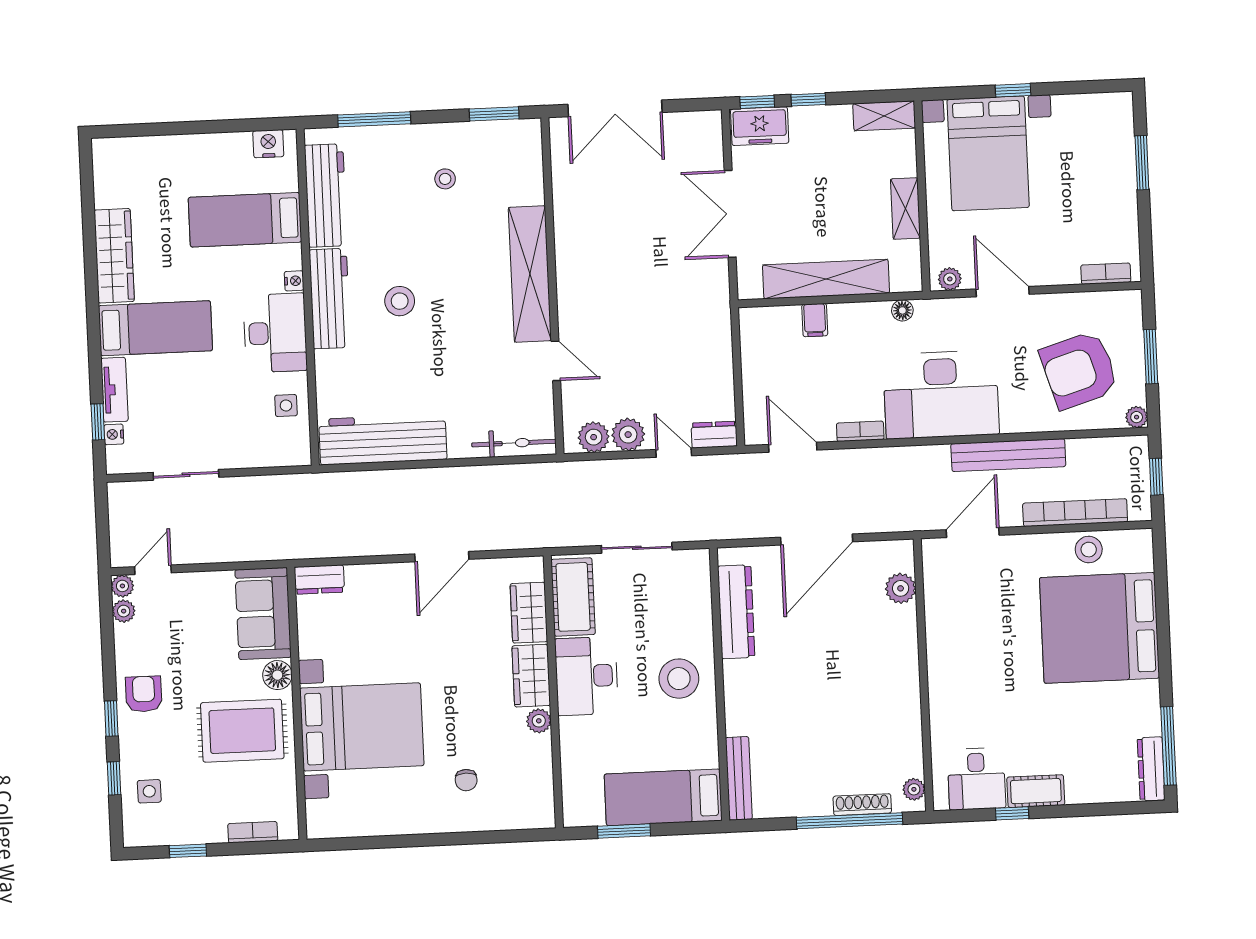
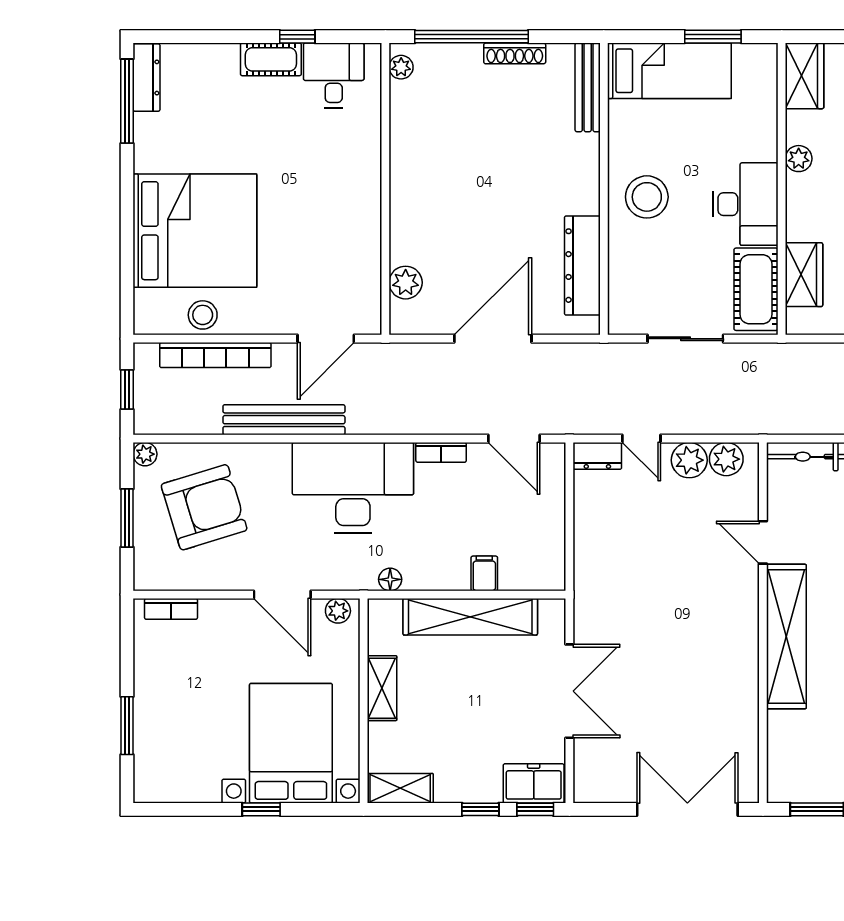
wardrobe: (531, 676) -> (805, 76), moved
shoe rack: (862, 805) -> (515, 53), moved

